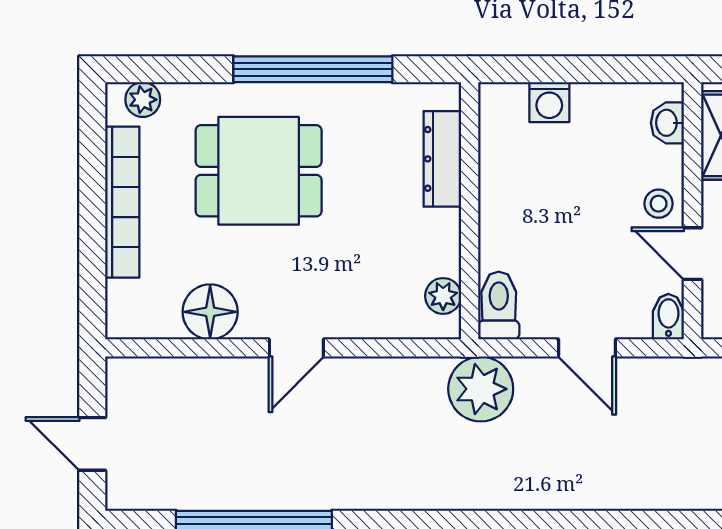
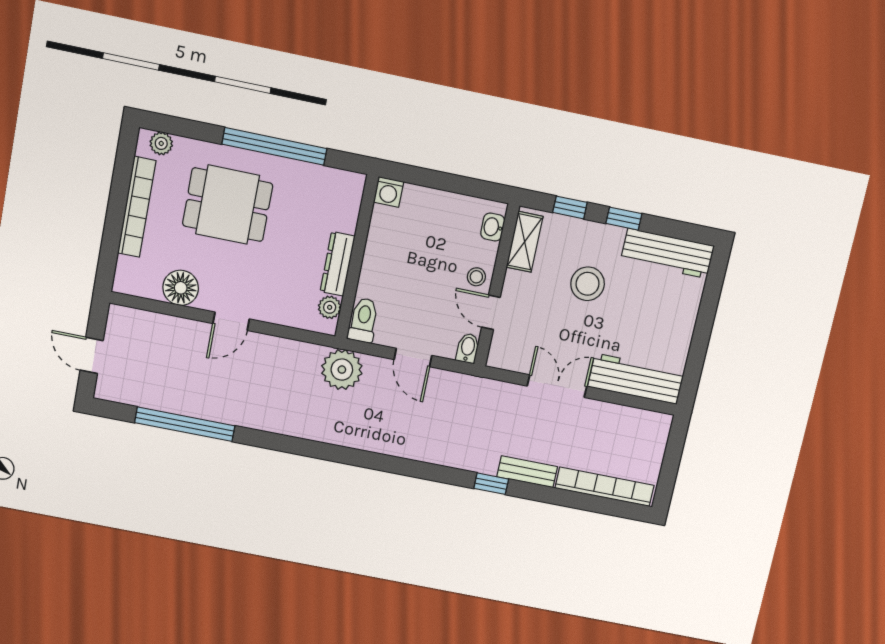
washing machine: (549, 102) -> (389, 192), moved
dresser: (442, 159) -> (338, 264), moved

